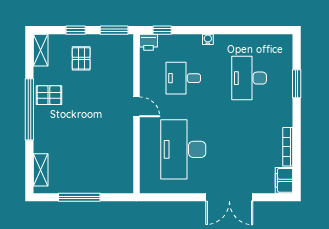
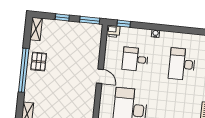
pallet: (81, 58) -> (64, 38), removed
pallet: (49, 95) -> (39, 62), turned 90

